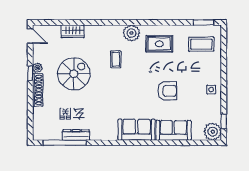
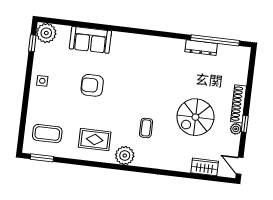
wardrobe: (73, 31) -> (205, 167), moved
sofa: (137, 130) -> (132, 45), removed

